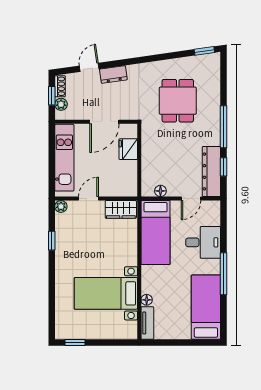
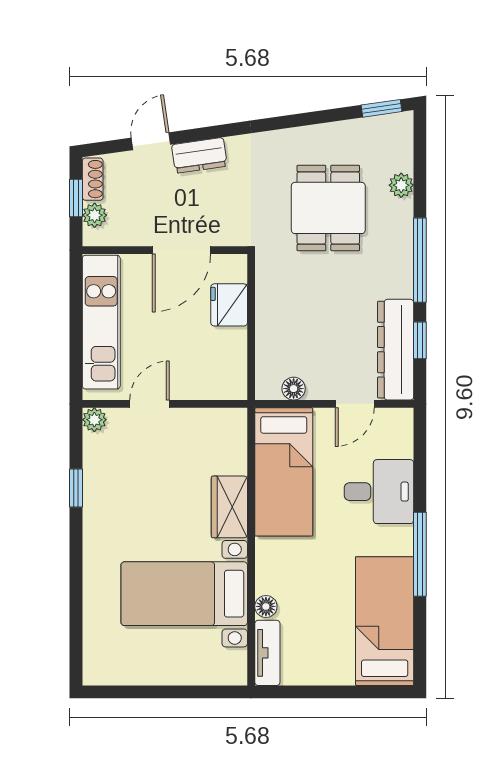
plant: (214, 89) -> (401, 185), added
wardrobe: (121, 209) -> (229, 507), moved, turned 90
window: (75, 342) -> (123, 692), removed

